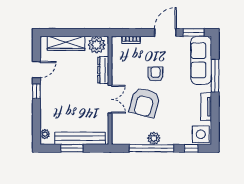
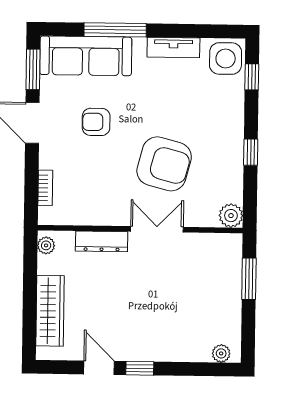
plant: (97, 45) -> (46, 245), width x0.53, depth x0.53
armchair: (155, 74) -> (96, 122), moved
bench: (80, 138) -> (230, 287), removed
plant: (154, 138) -> (231, 216), moved
window: (72, 148) -> (249, 279), moved
window: (151, 148) -> (251, 152), width x0.32

